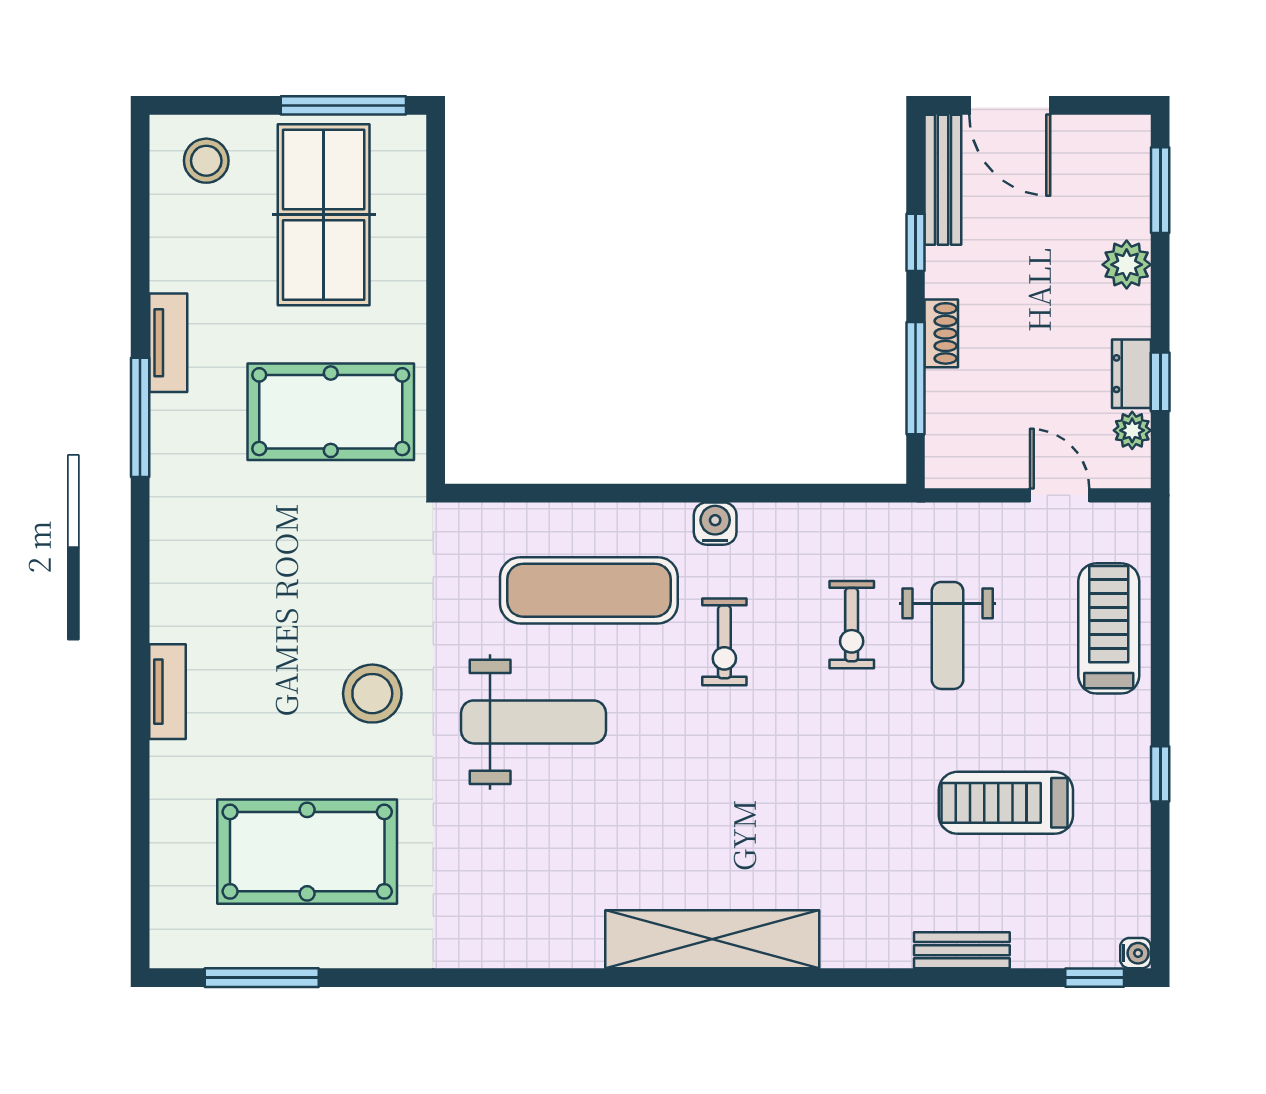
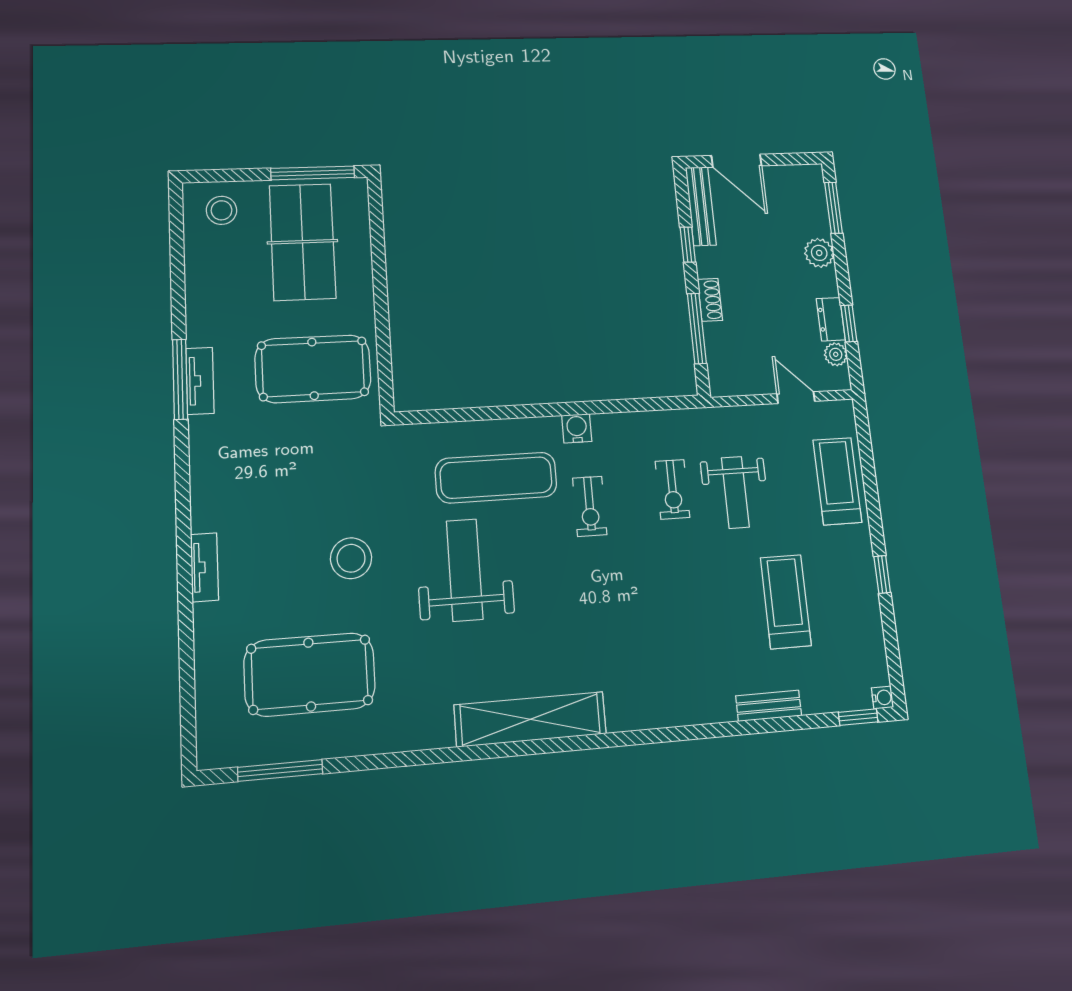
tv unit: (168, 343) -> (200, 381), moved
weight bench: (534, 722) -> (465, 570), turned -90
treadmill: (1006, 803) -> (786, 602), turned 90
shelving: (712, 939) -> (530, 719), moved

